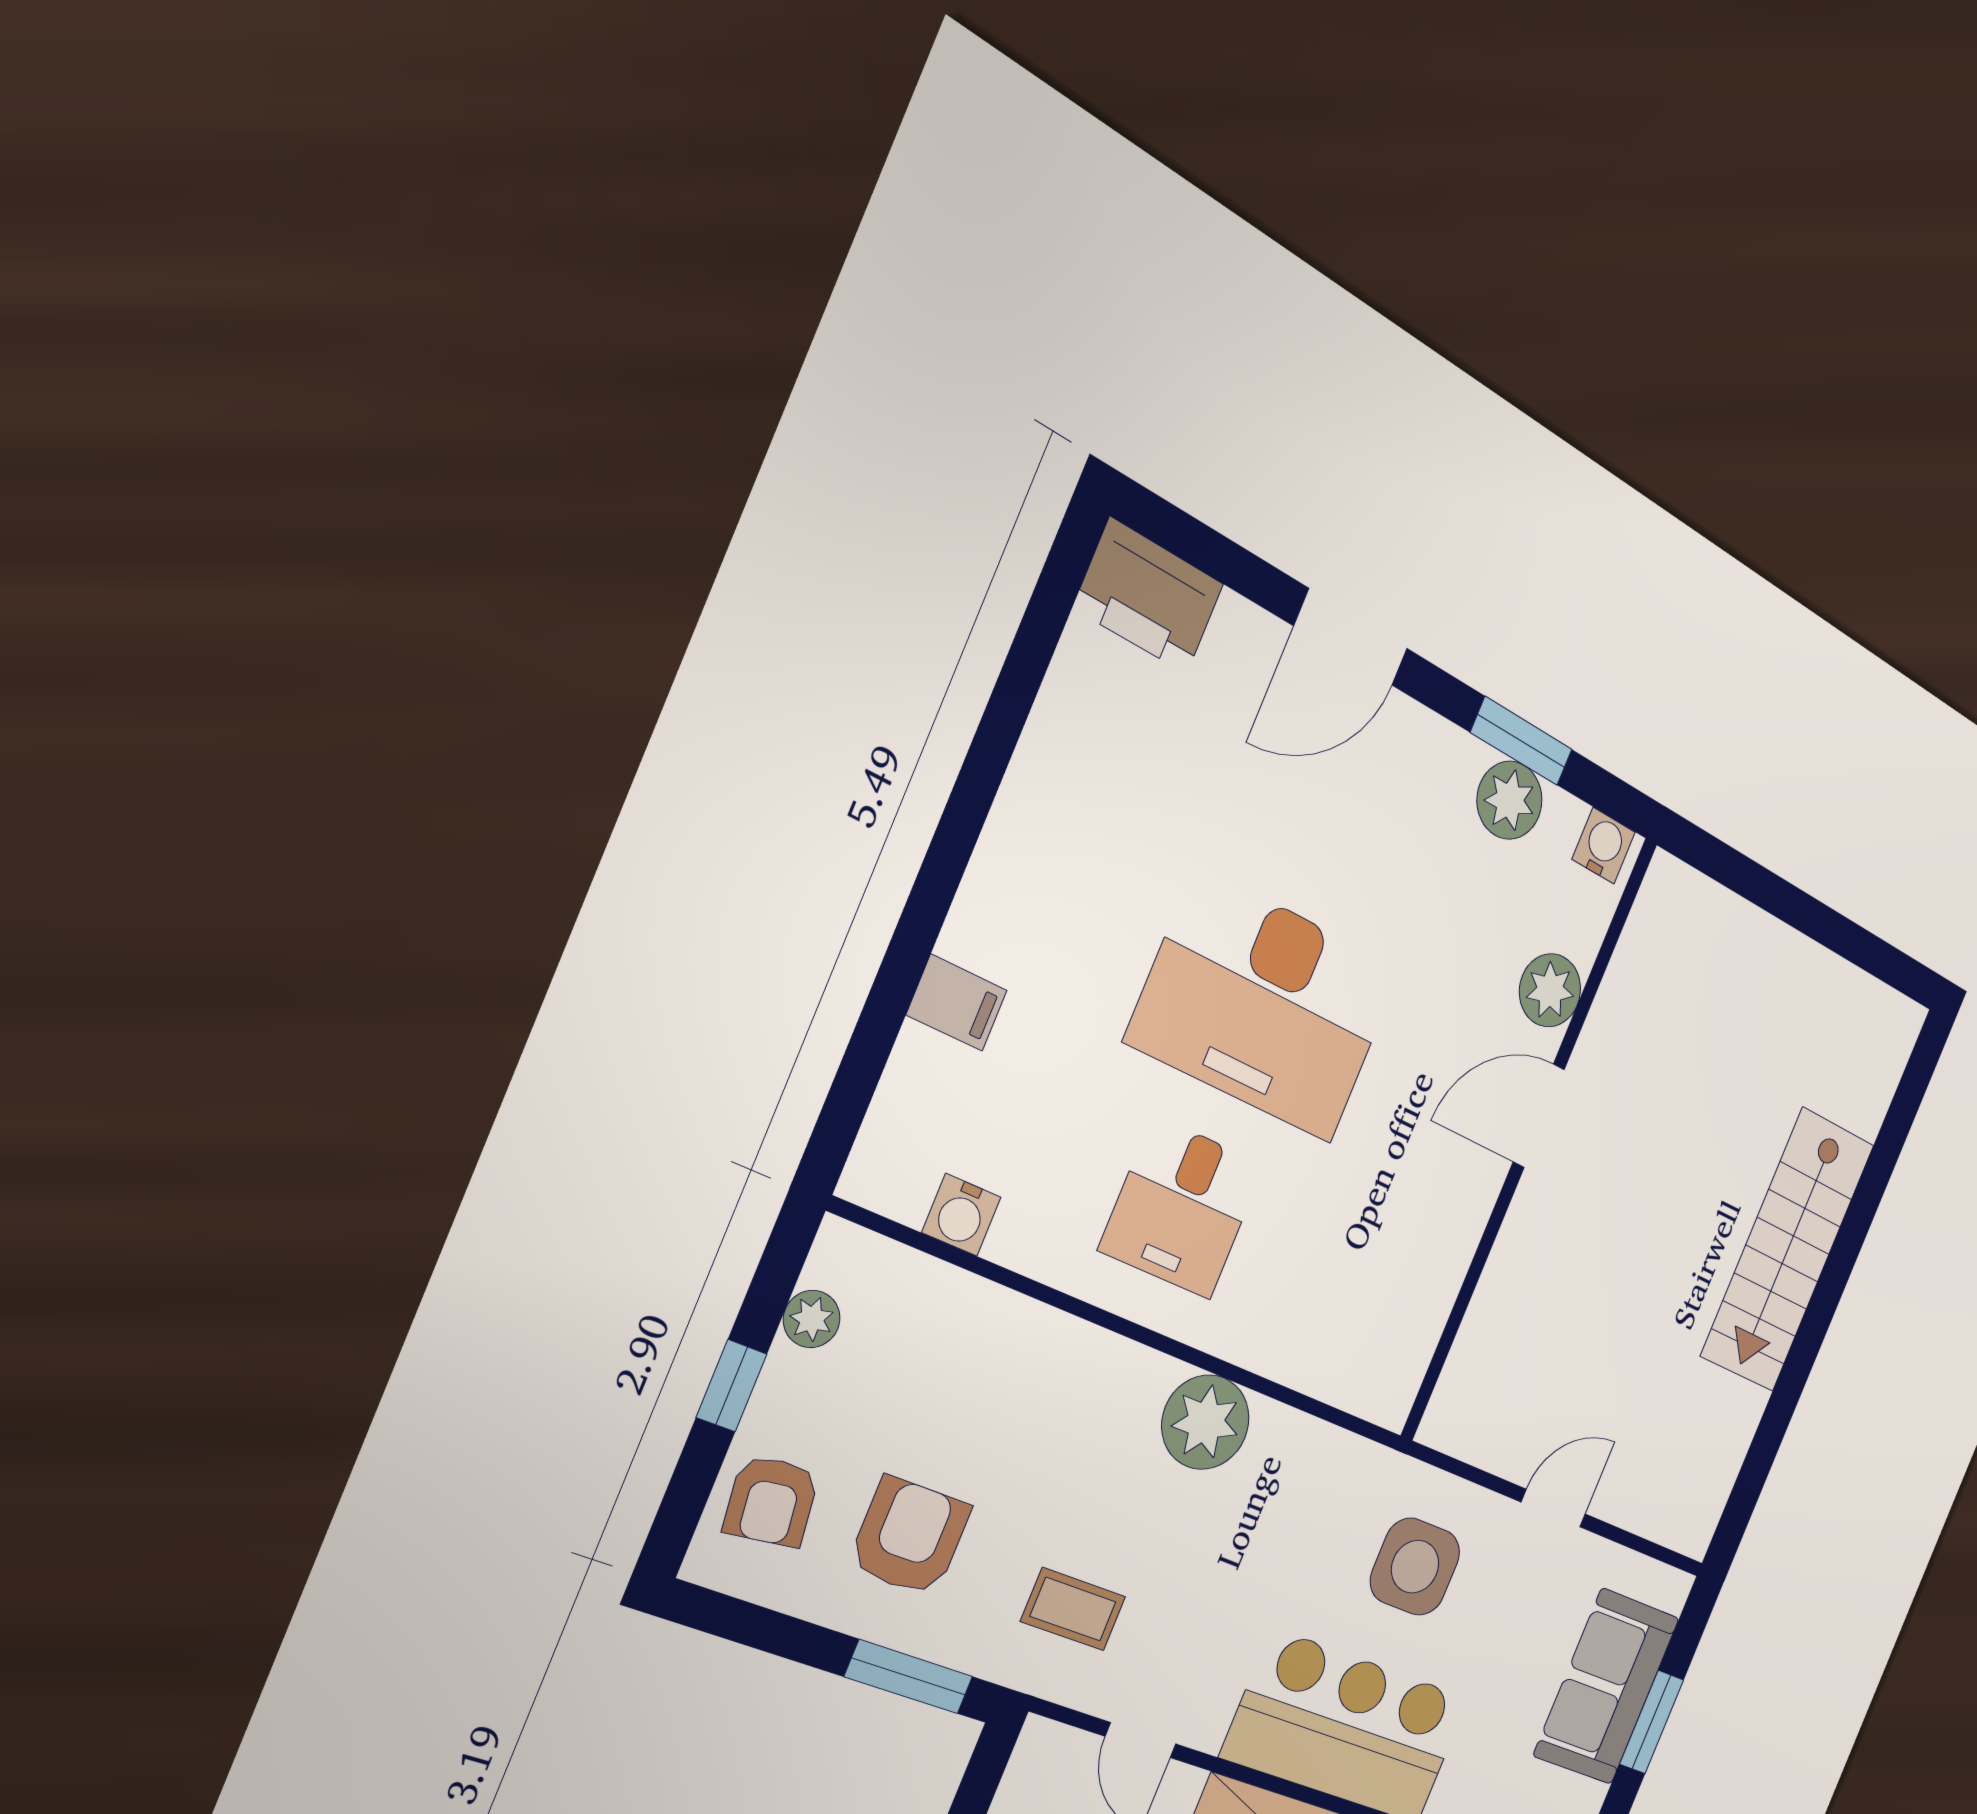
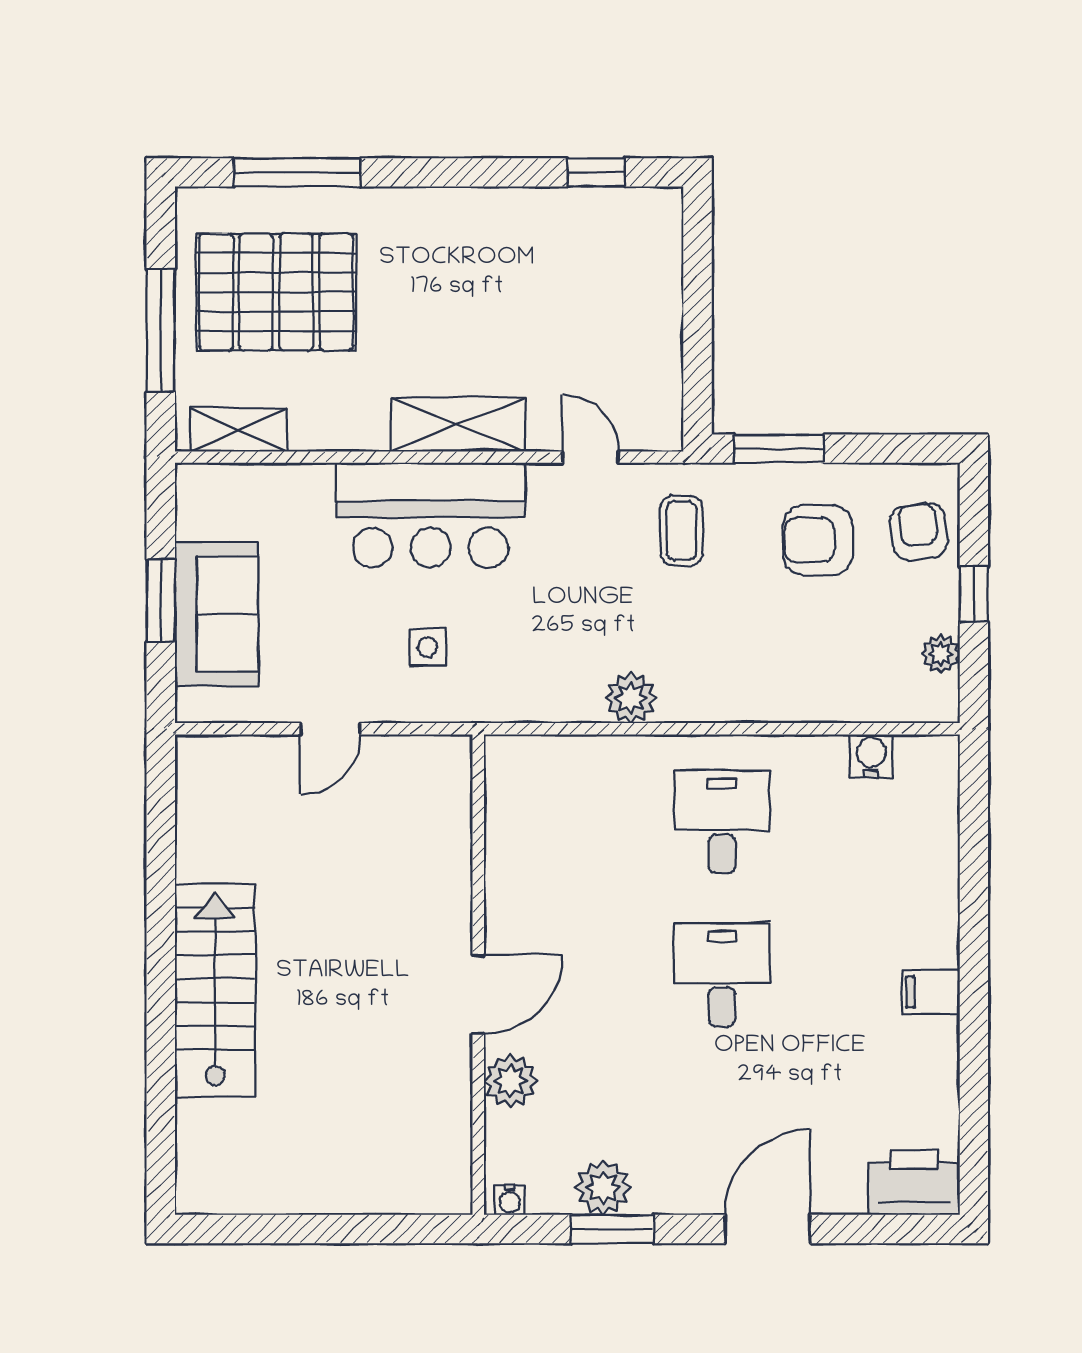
water cooler: (1604, 846) -> (510, 1200), width x0.72, depth x0.72
filing cabinet: (957, 1003) -> (931, 992), moved
desk: (1265, 1005) -> (722, 975), width x0.53, depth x0.77
plant: (1206, 1422) -> (631, 698), width x0.73, depth x0.73
armchair: (910, 1537) -> (818, 540), turned 90
side table: (1415, 1567) -> (428, 647), width x0.54, depth x0.54
coffee table: (1073, 1609) -> (682, 531), turned 90

